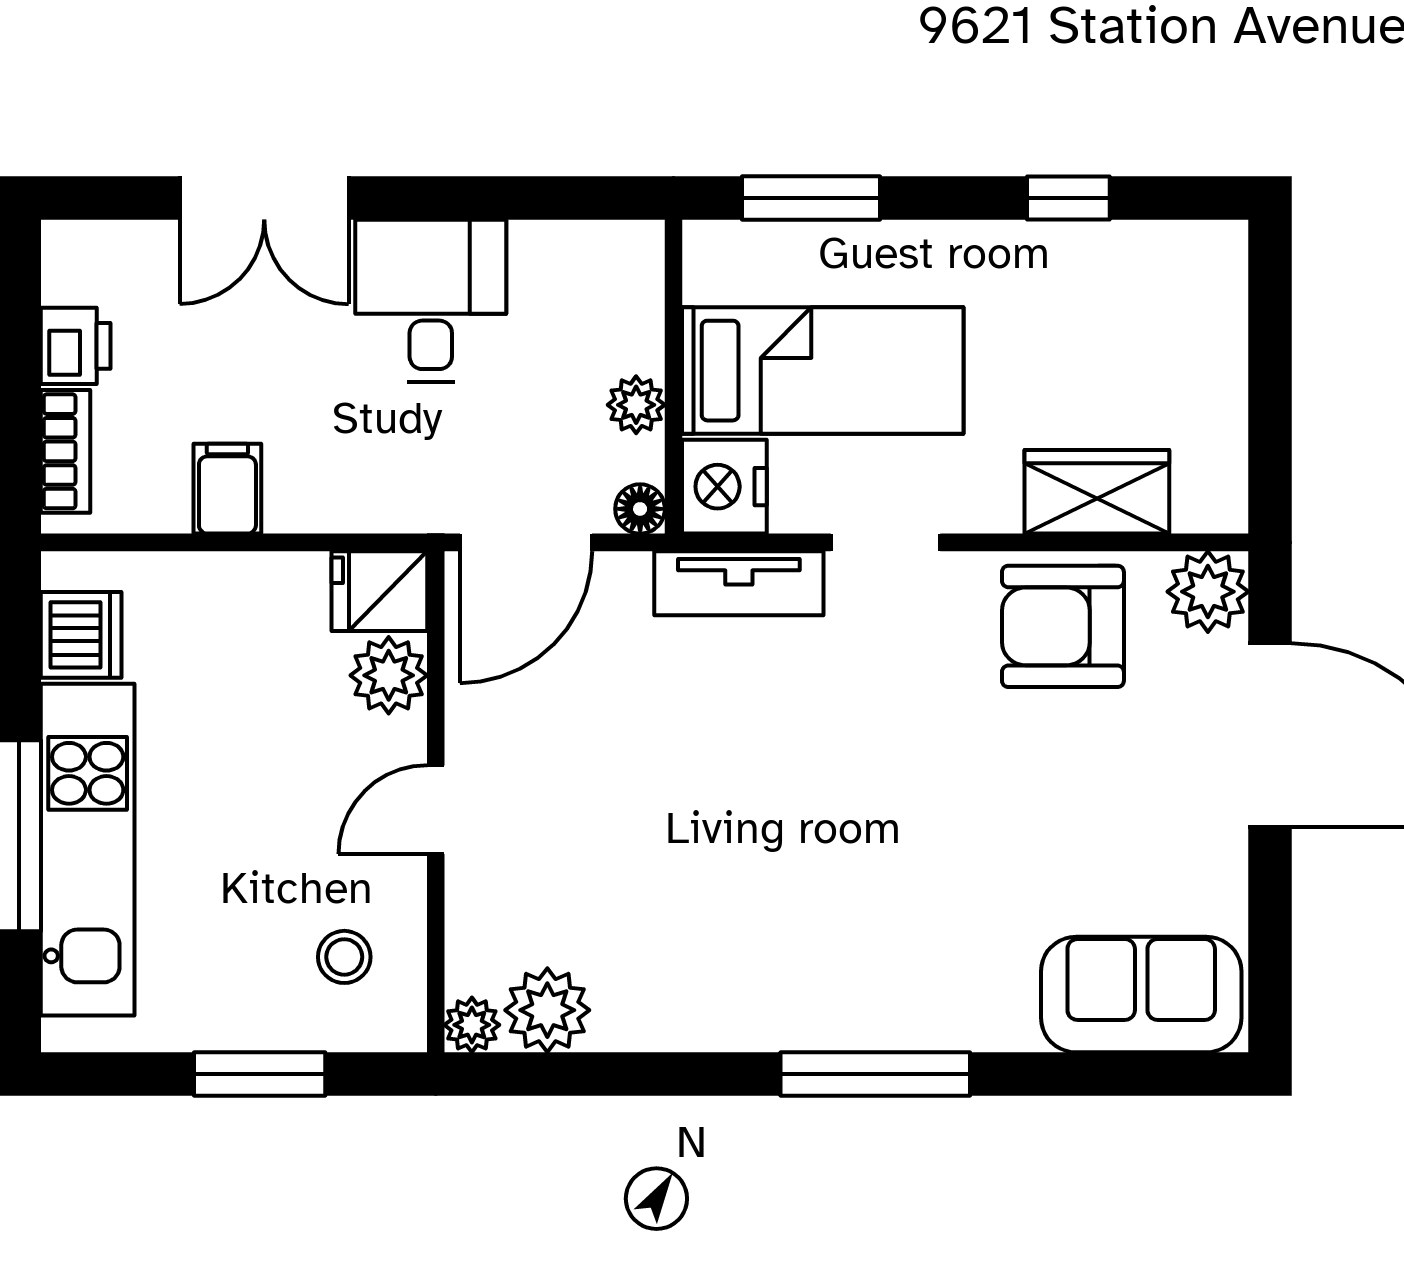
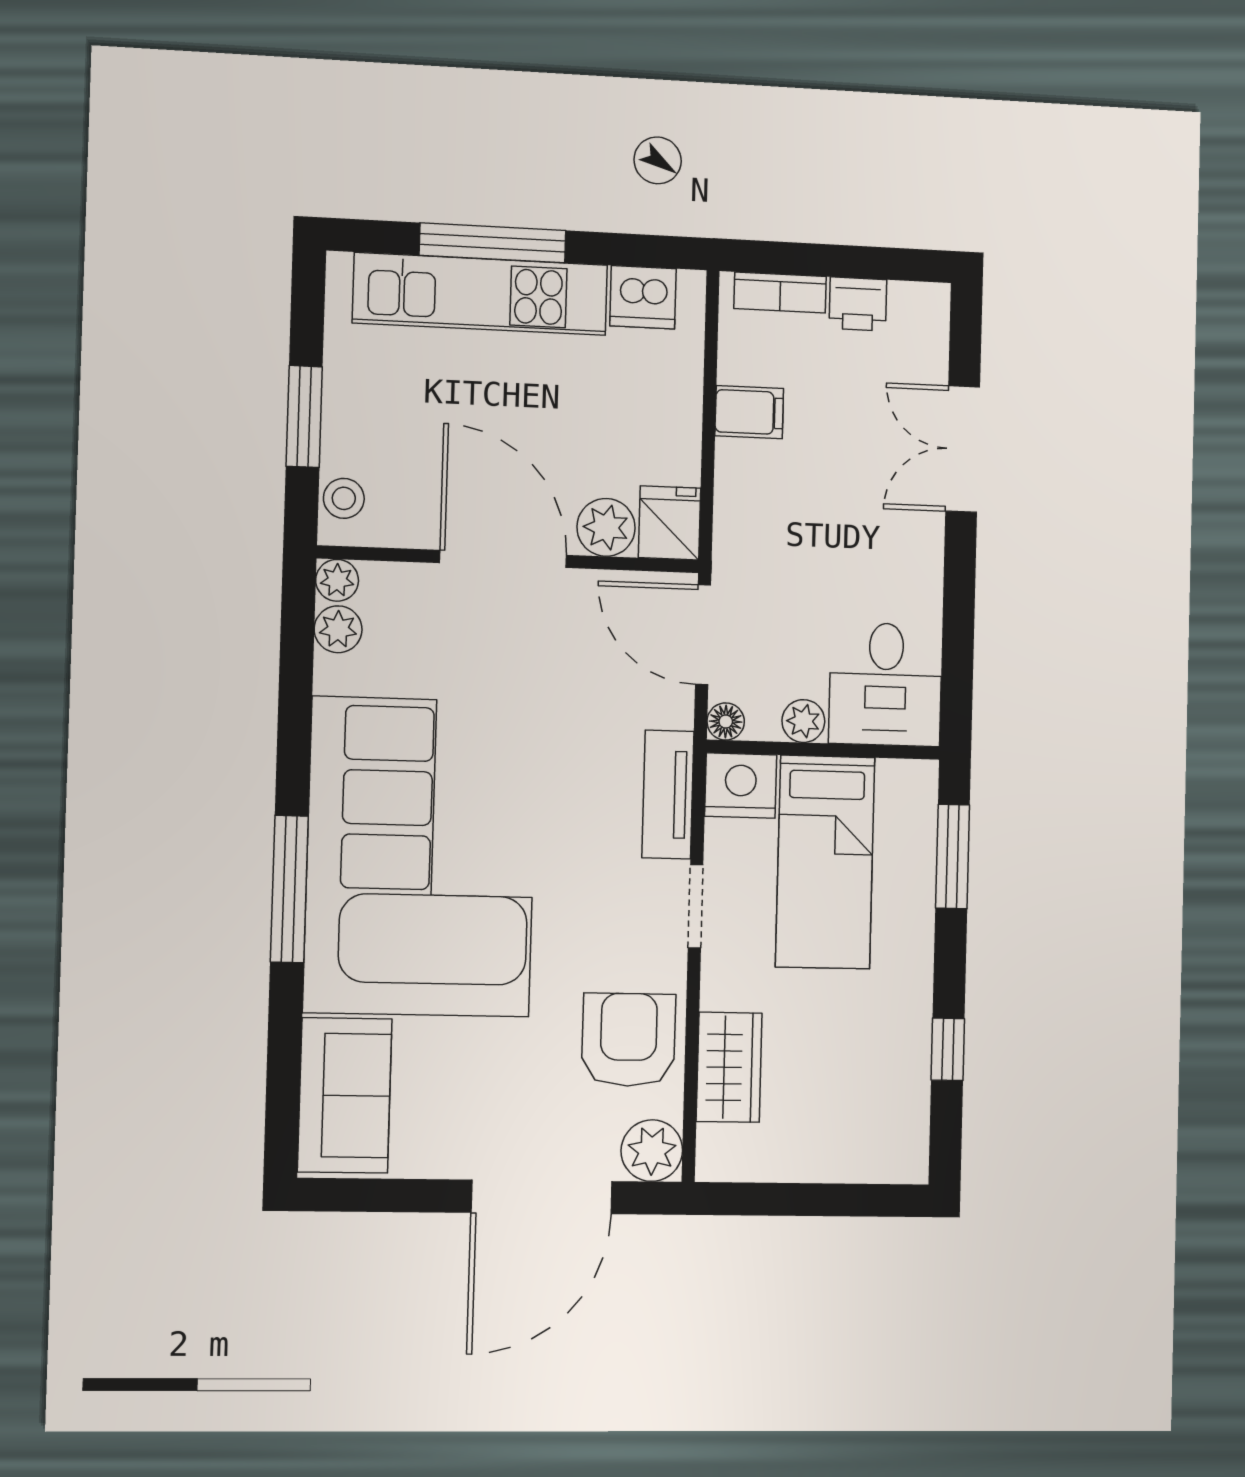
desk: (431, 301) -> (886, 684), moved, turned 90
door: (436, 810) -> (503, 559), width x1.87
corner sofa: (829, 906) -> (421, 857), added
stool: (344, 957) -> (344, 498), moved
plant: (547, 1010) -> (338, 629), width x0.73, depth x0.73

